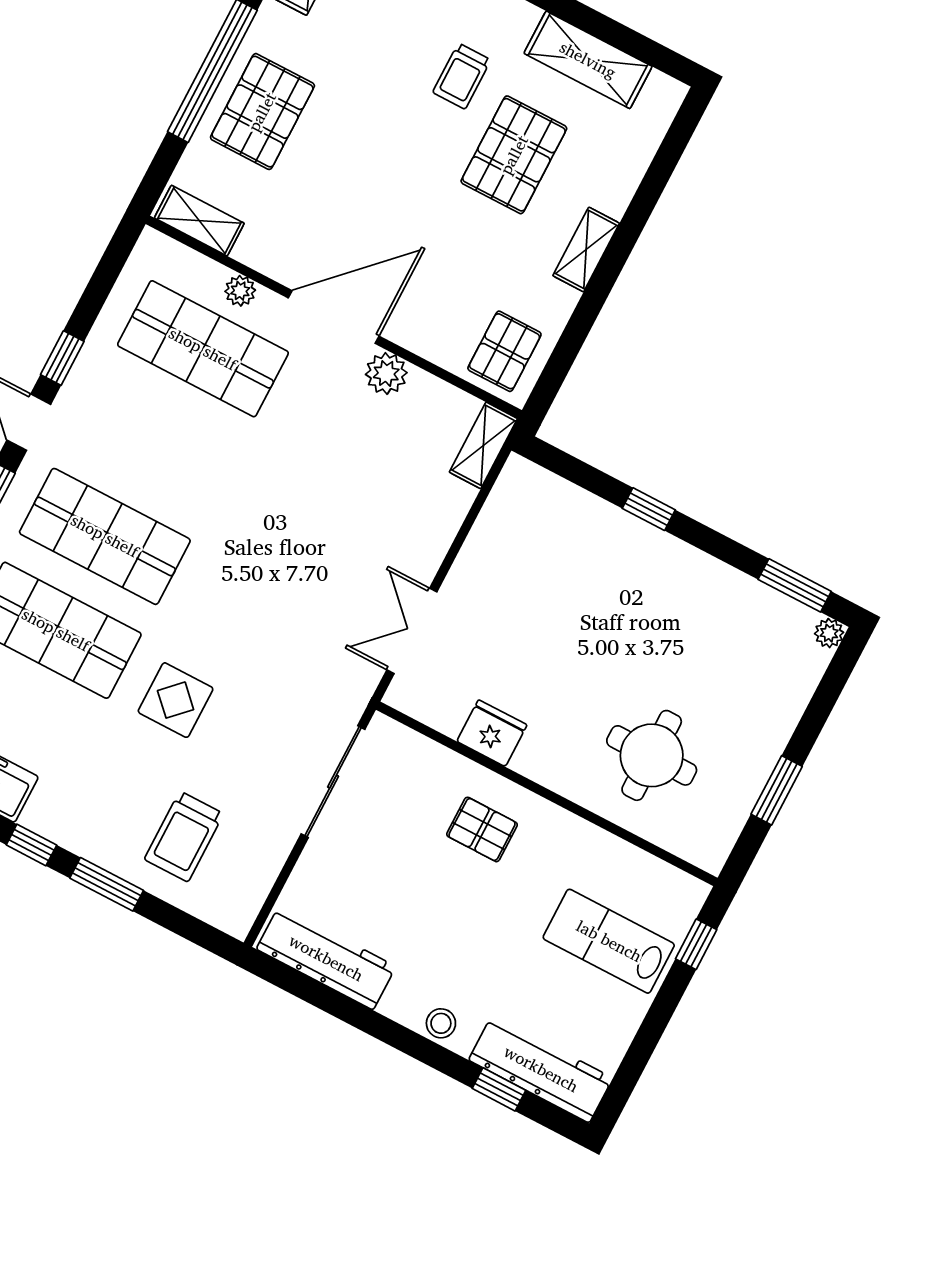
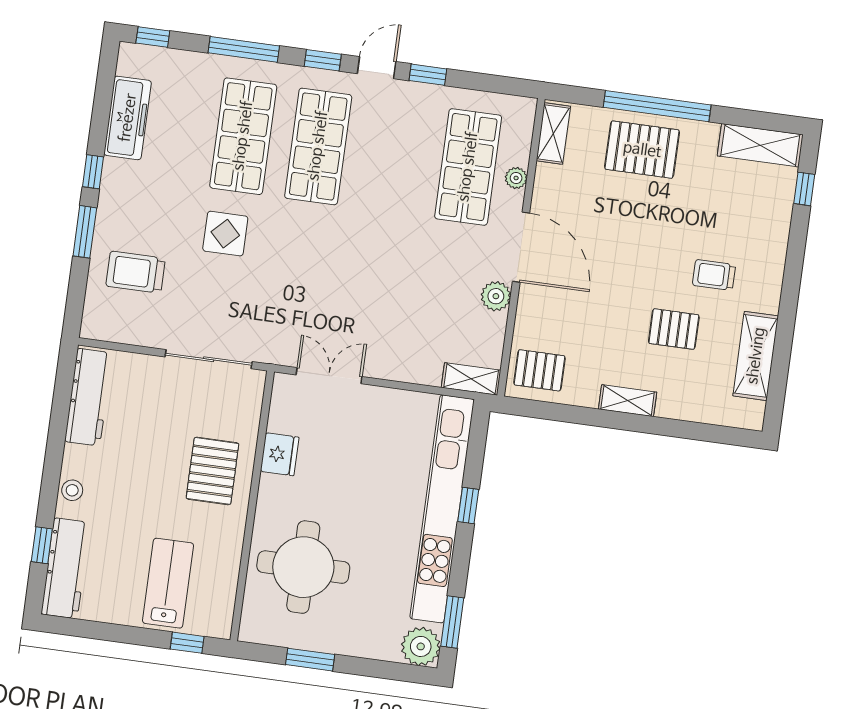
pallet: (514, 155) -> (674, 329), width x0.67, depth x0.71
kitchen unit: (641, 545) -> (442, 509), added
plant: (829, 633) -> (421, 646), width x1.88, depth x1.88
round table: (652, 755) -> (303, 567), width x1.36, depth x1.36
pallet: (482, 829) -> (212, 471), width x1.50, depth x1.42

